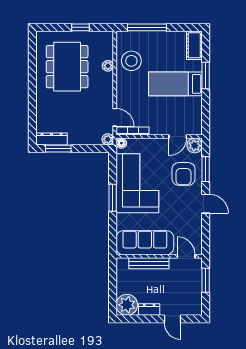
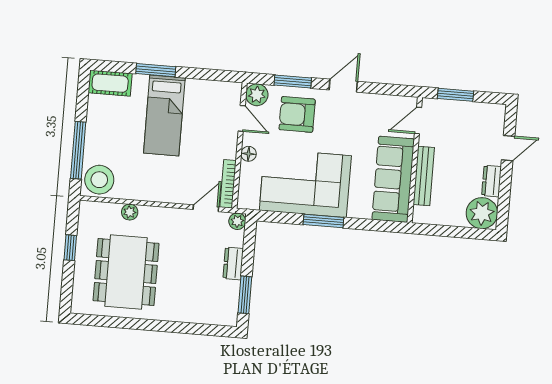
stool: (131, 61) -> (99, 180), moved
dining table: (67, 67) -> (126, 272), turned 90
dresser: (52, 139) -> (233, 263), moved, width x0.70
floor lamp: (121, 143) -> (249, 154), moved
armchair: (183, 174) -> (297, 114), turned 180

